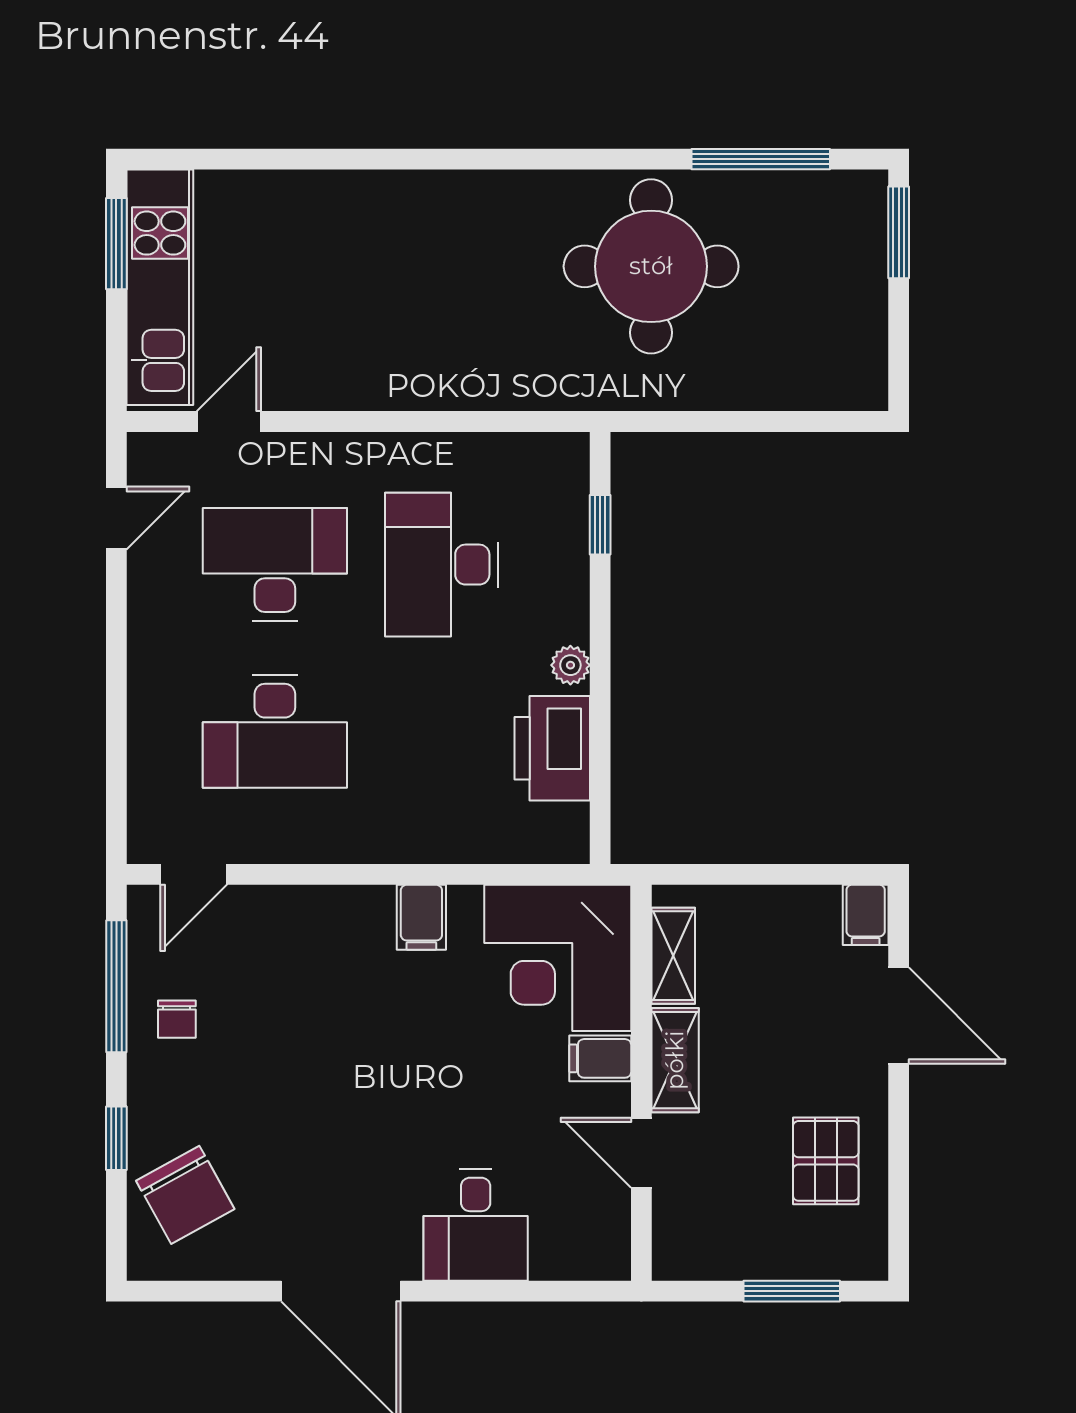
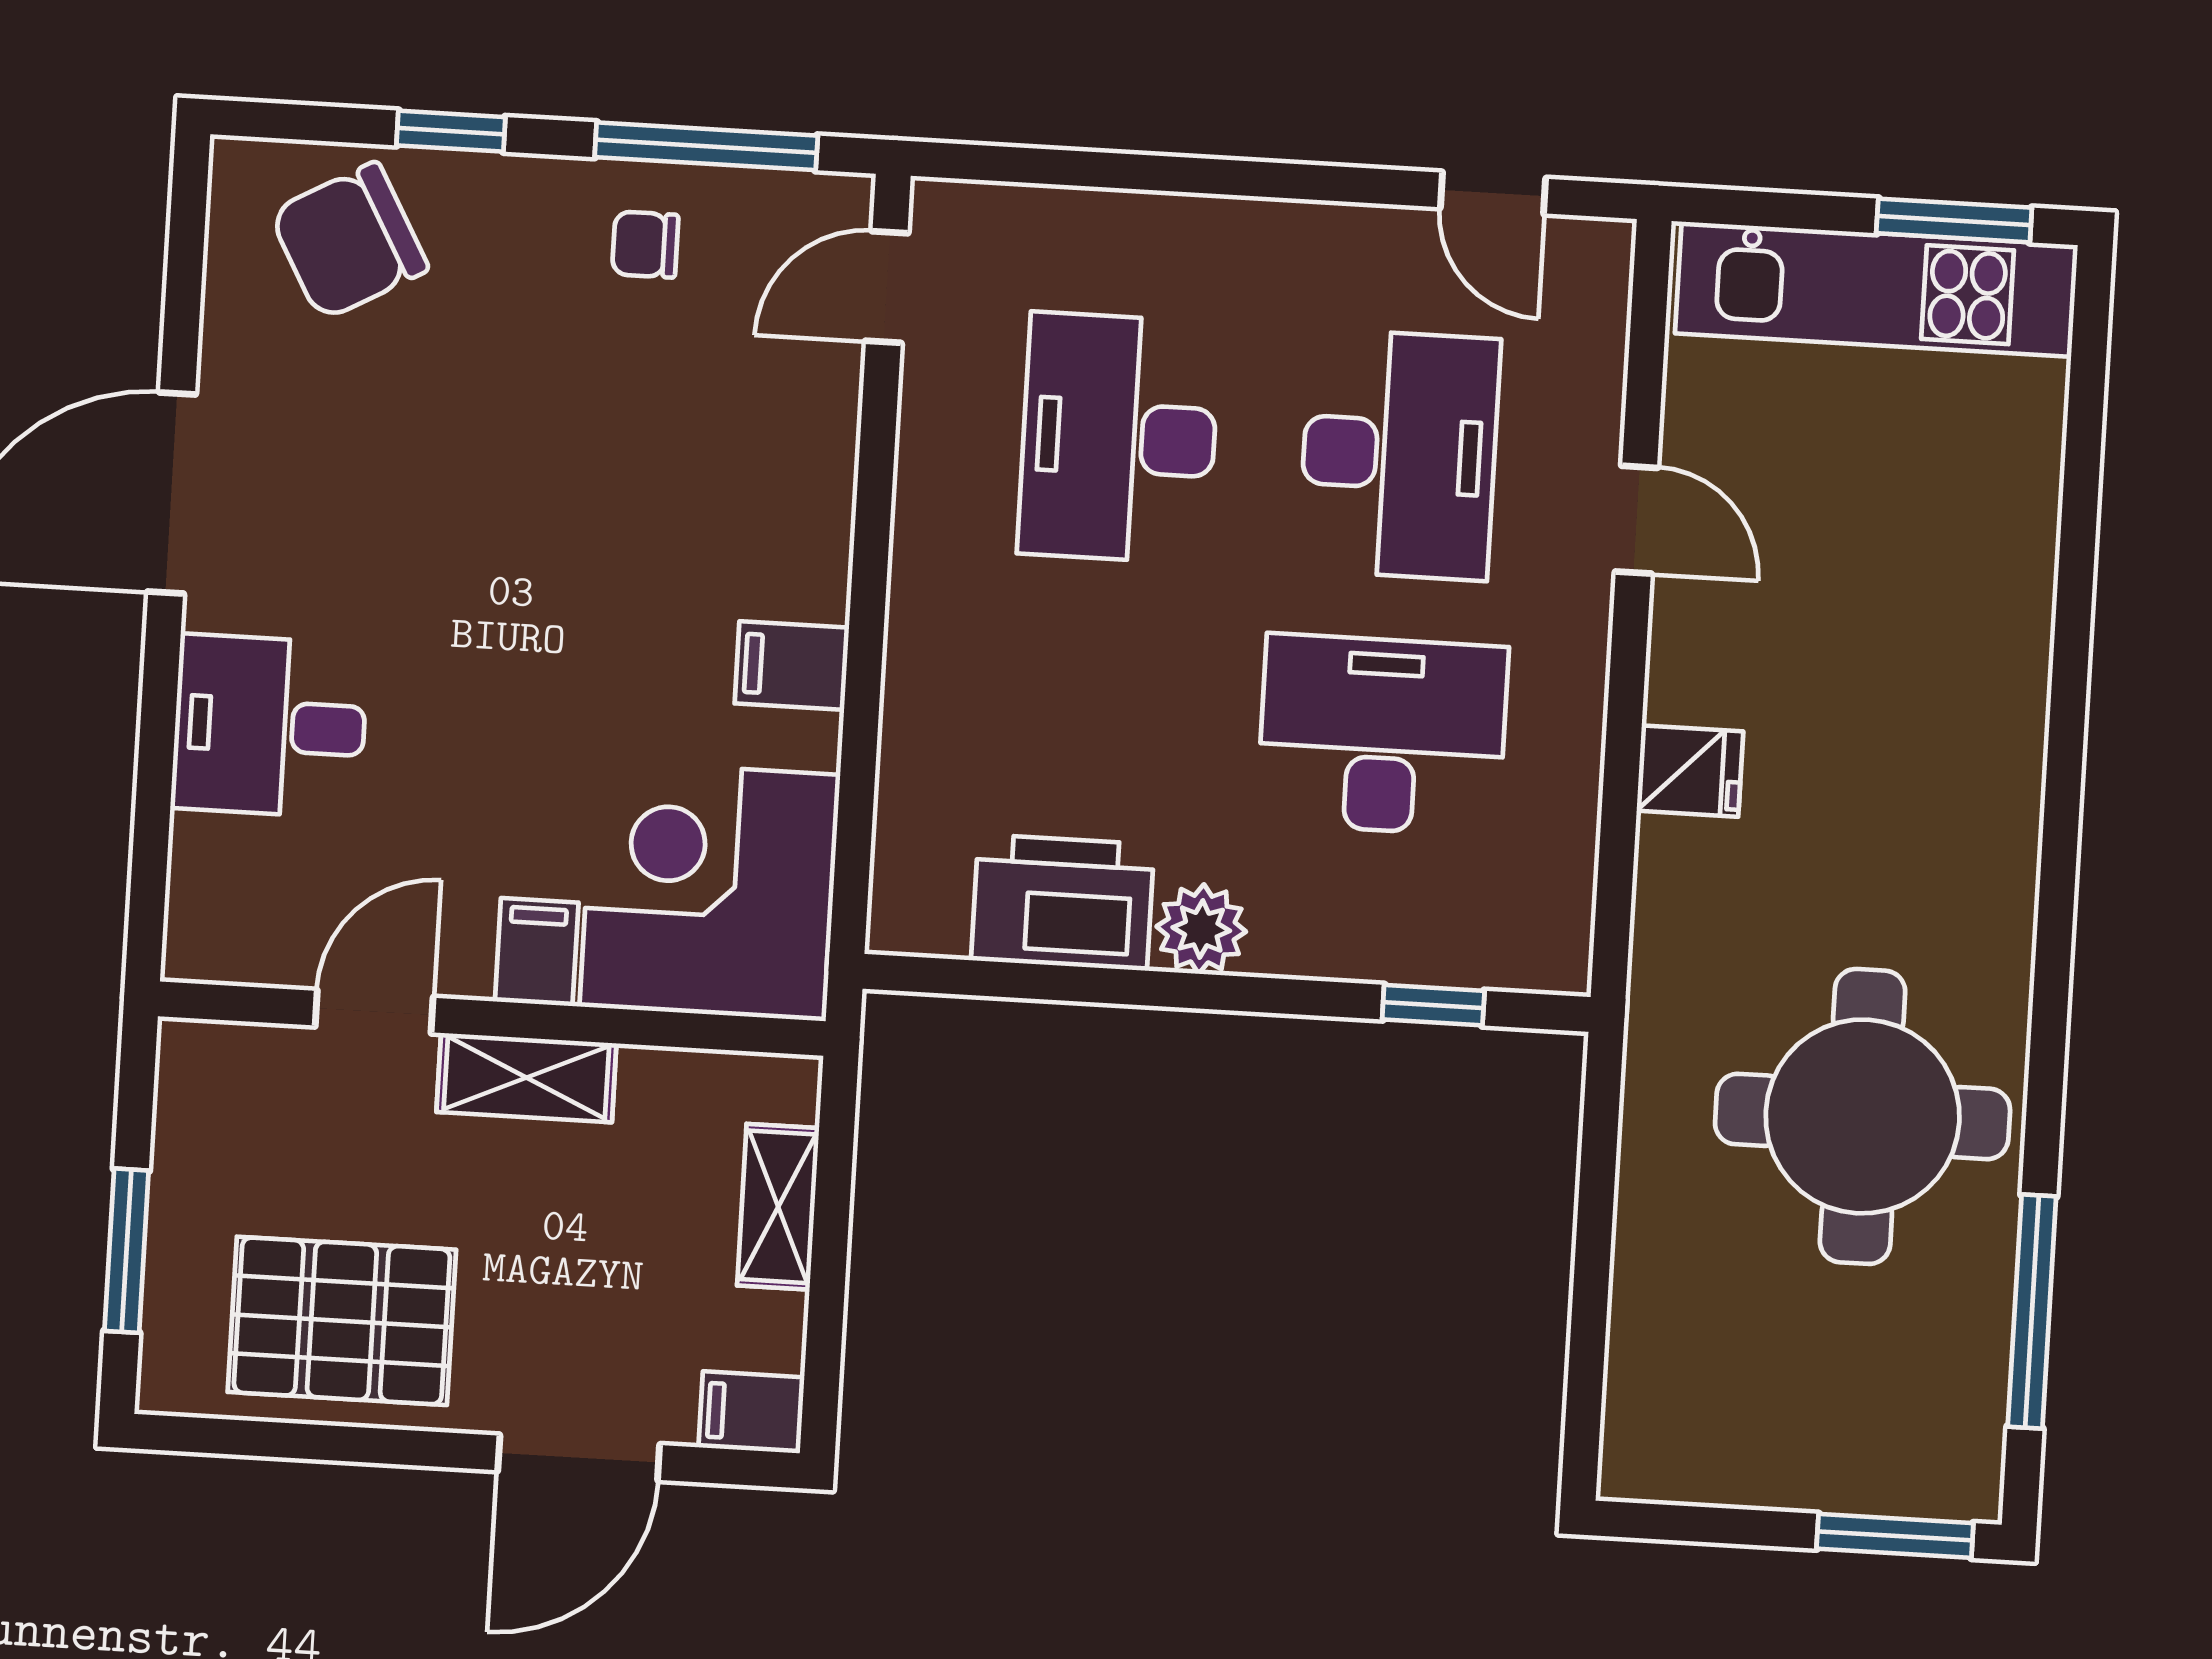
fridge: (452, 381) -> (1690, 771), added
door: (229, 422) -> (1636, 520), moved
plant: (570, 665) -> (1201, 929), width x1.38, depth x1.38
door: (194, 874) -> (887, 287), hinge flipped
shelving: (673, 956) -> (778, 1207), moved, turned 90
pallet: (826, 1161) -> (342, 1321), width x1.50, depth x1.42

